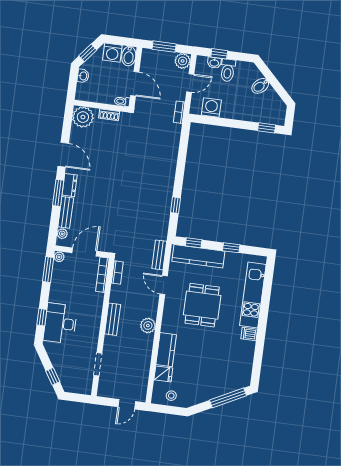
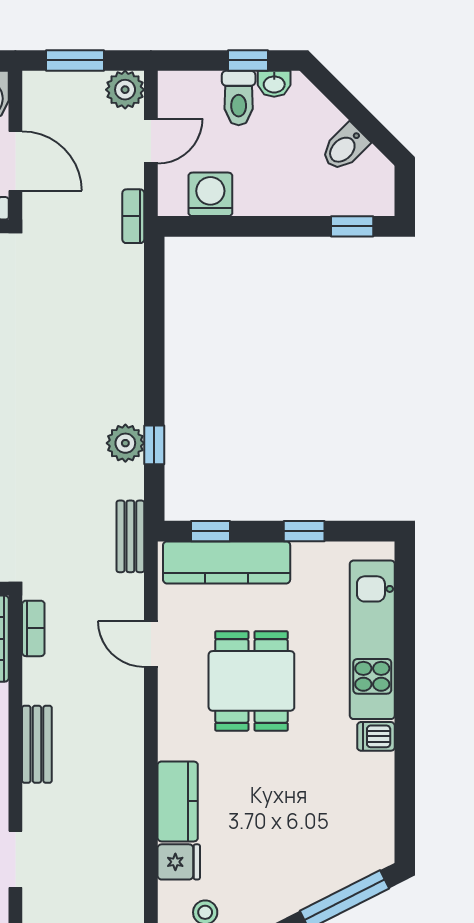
window: (219, 54) -> (248, 60), moved
washbasin: (214, 63) -> (274, 84), moved
bidet: (260, 86) -> (345, 147), moved
bench: (159, 255) -> (130, 536), moved
plant: (148, 326) -> (125, 443), moved

